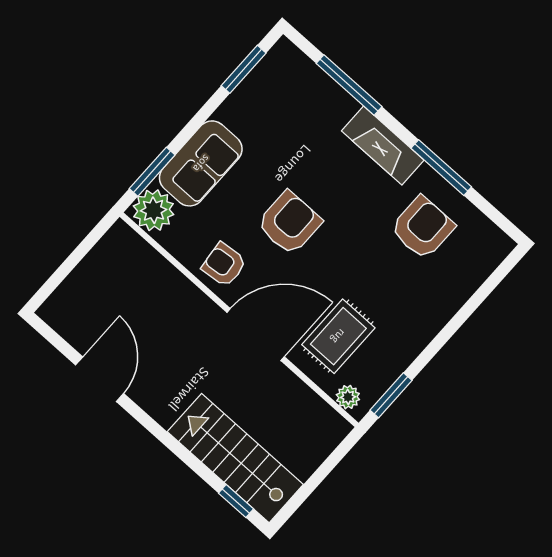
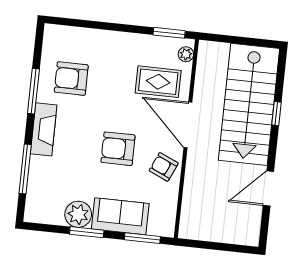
window: (244, 69) -> (87, 232), moved
plant: (154, 210) -> (78, 214), moved
armchair: (224, 265) -> (164, 167), turned 120
stairs: (235, 458) -> (249, 104), width x1.36, depth x1.51
window: (236, 501) -> (276, 114), moved

